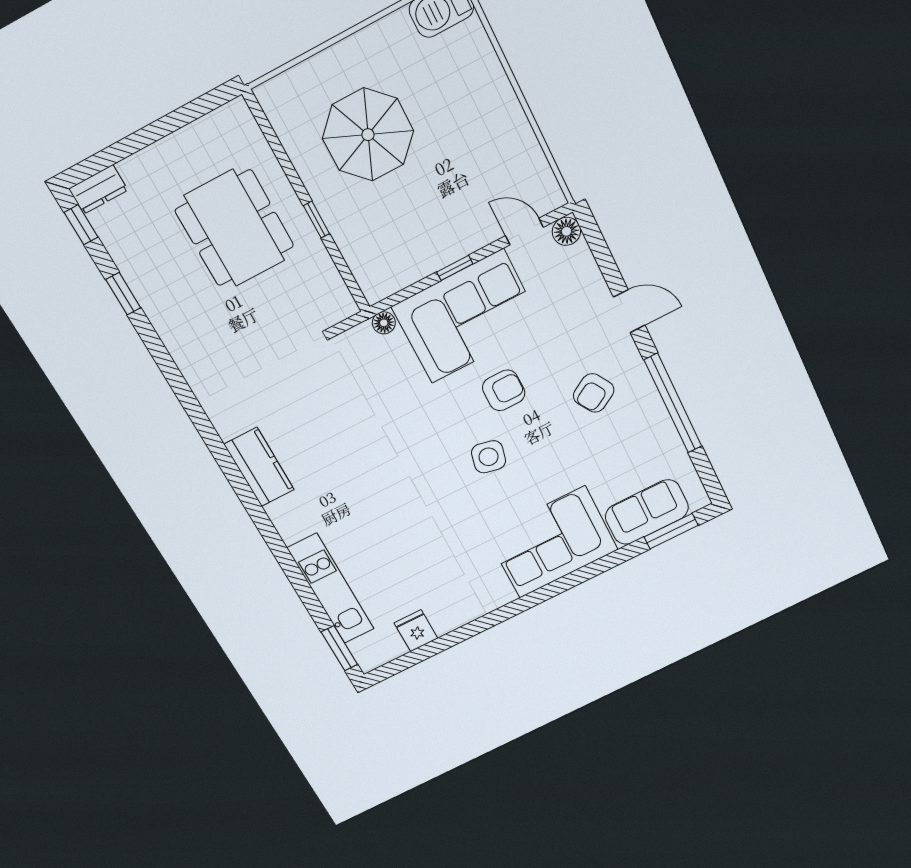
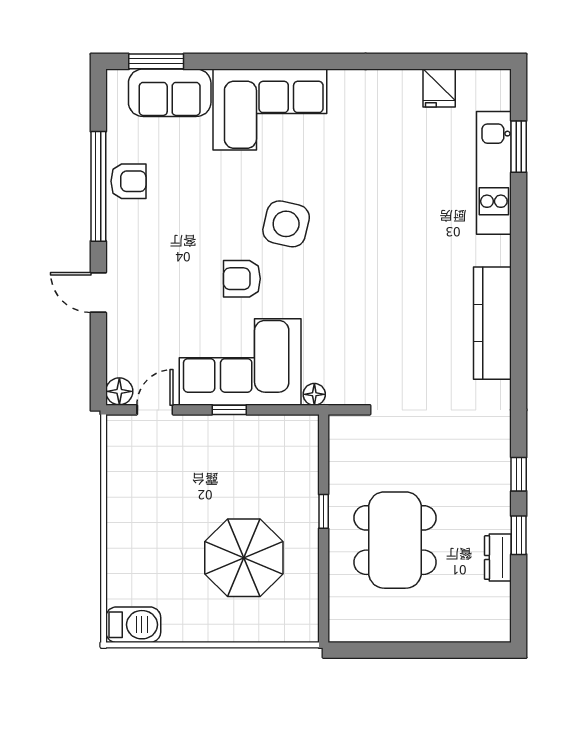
dresser: (98, 189) -> (498, 558), moved, turned -90
window: (81, 225) -> (519, 474), moved
door: (524, 232) -> (155, 410), swing flipped
armchair: (594, 393) -> (128, 181), moved, turned 31
side table: (489, 457) -> (286, 224), width x1.37, depth x1.37
kitchen counter: (259, 467) -> (492, 323), width x1.50
window: (339, 648) -> (519, 147), moved

